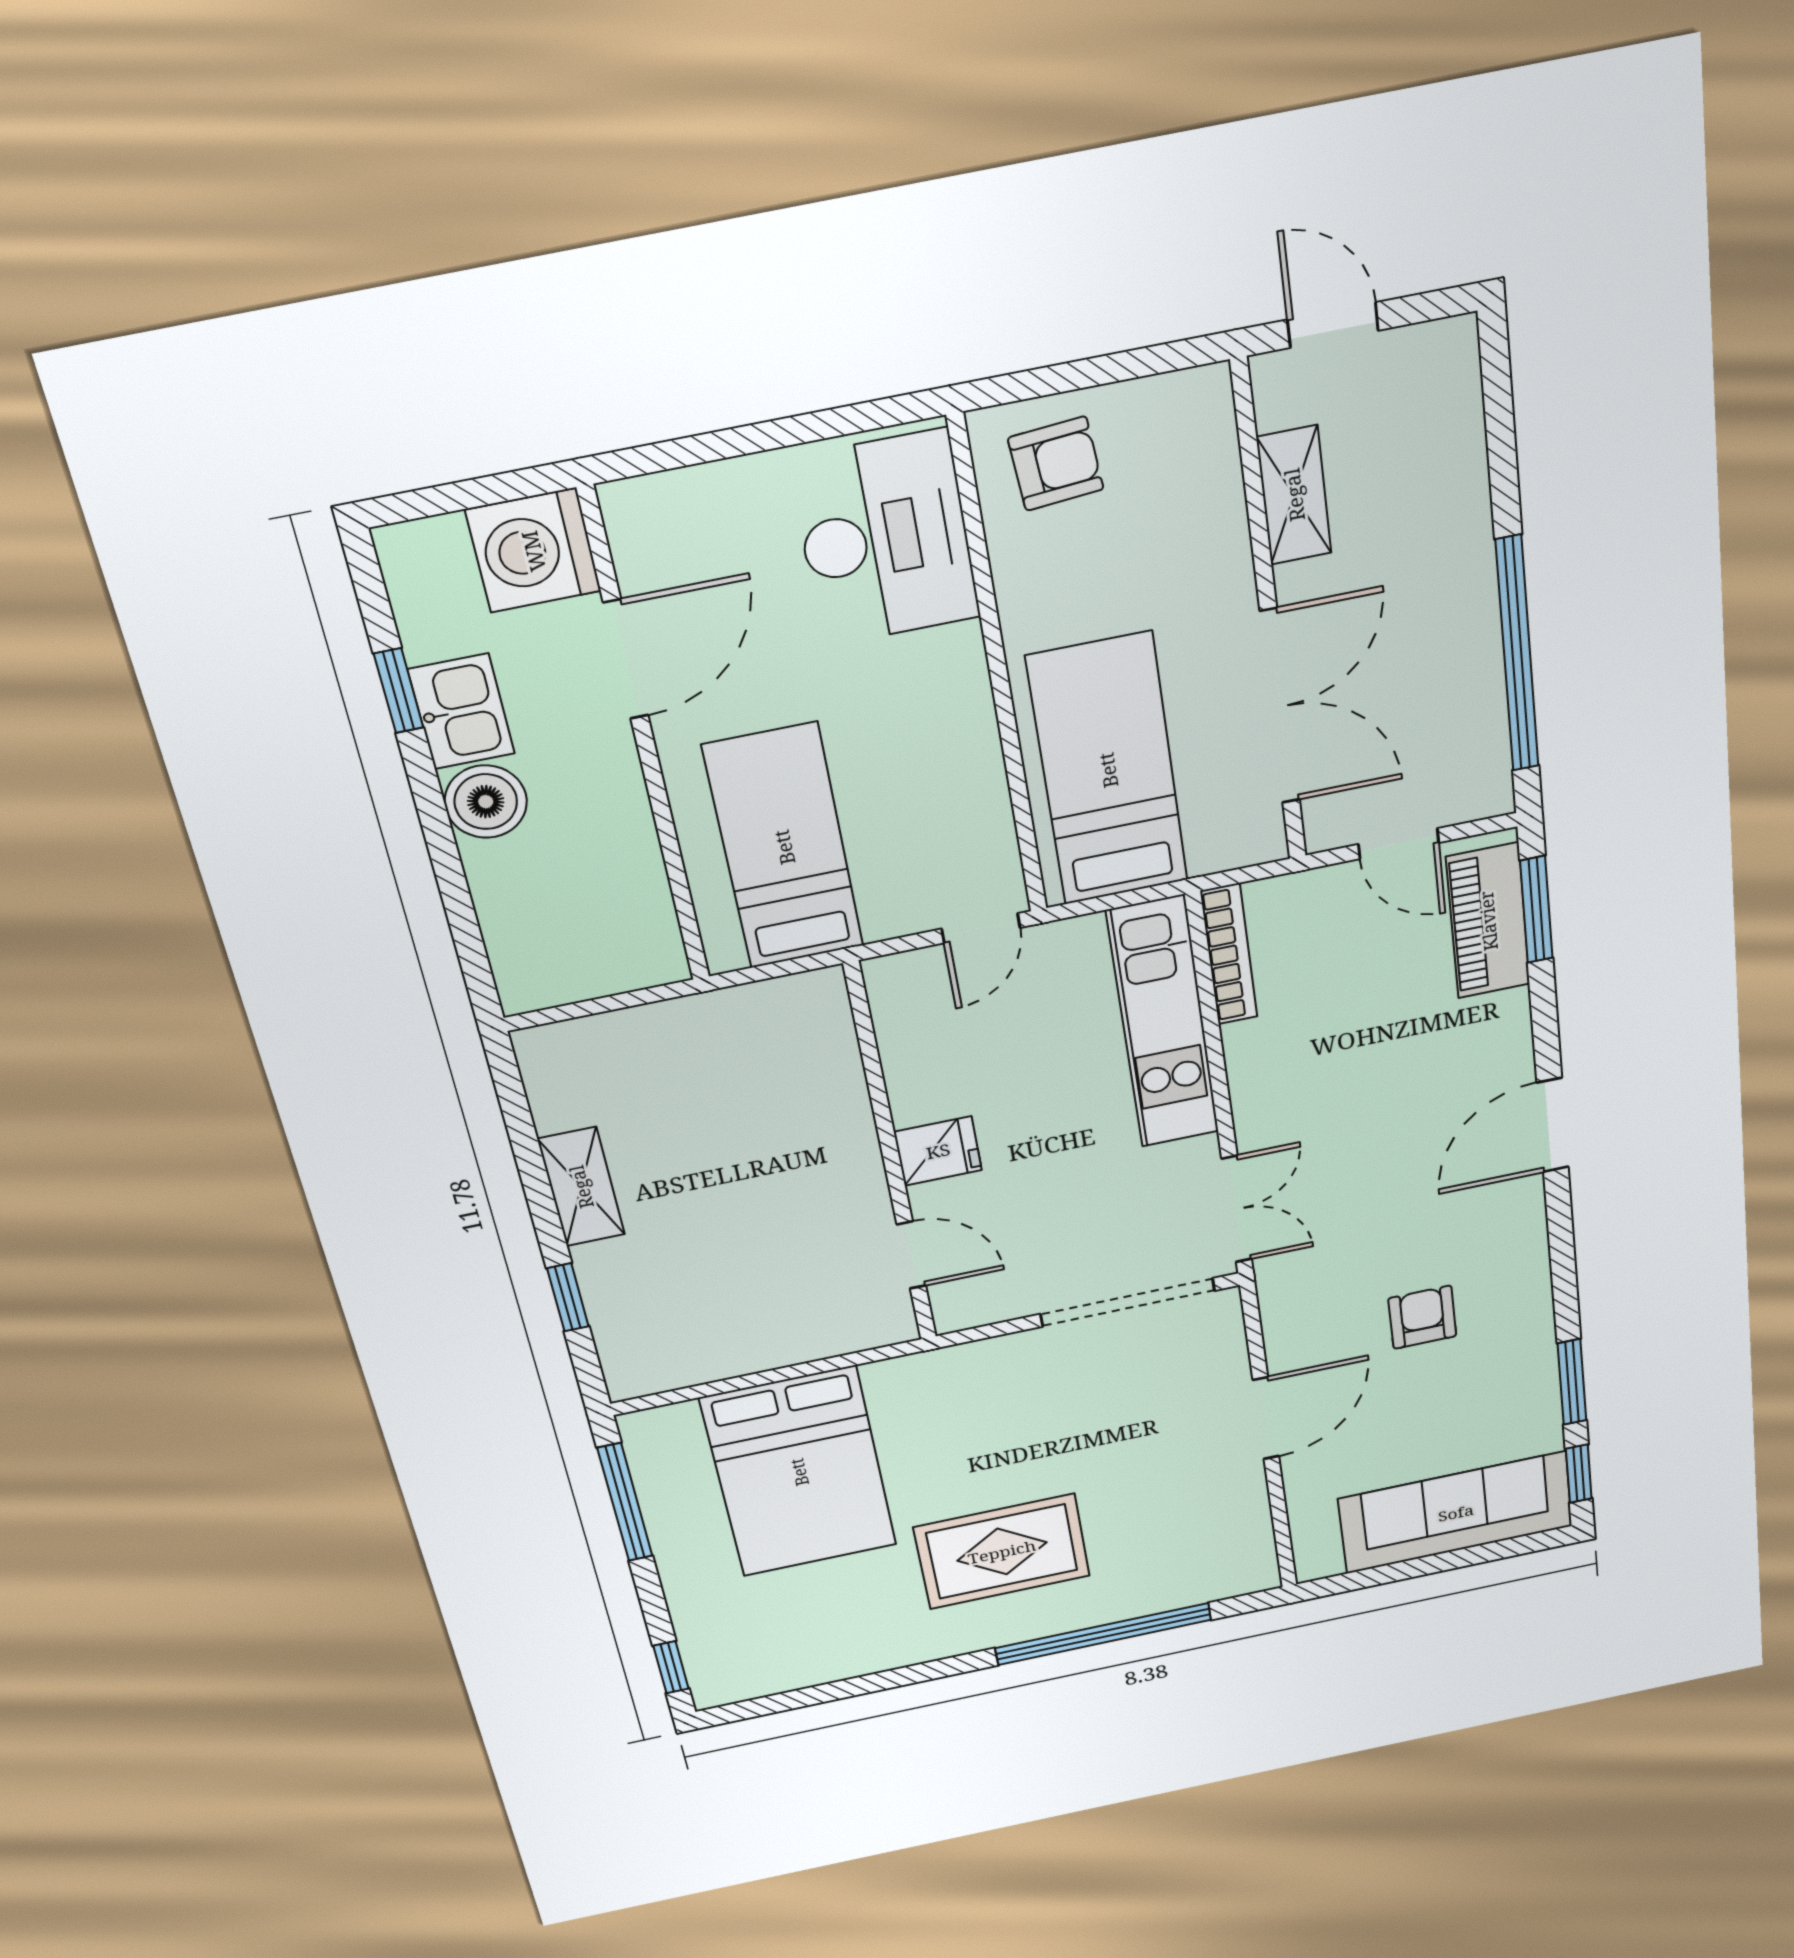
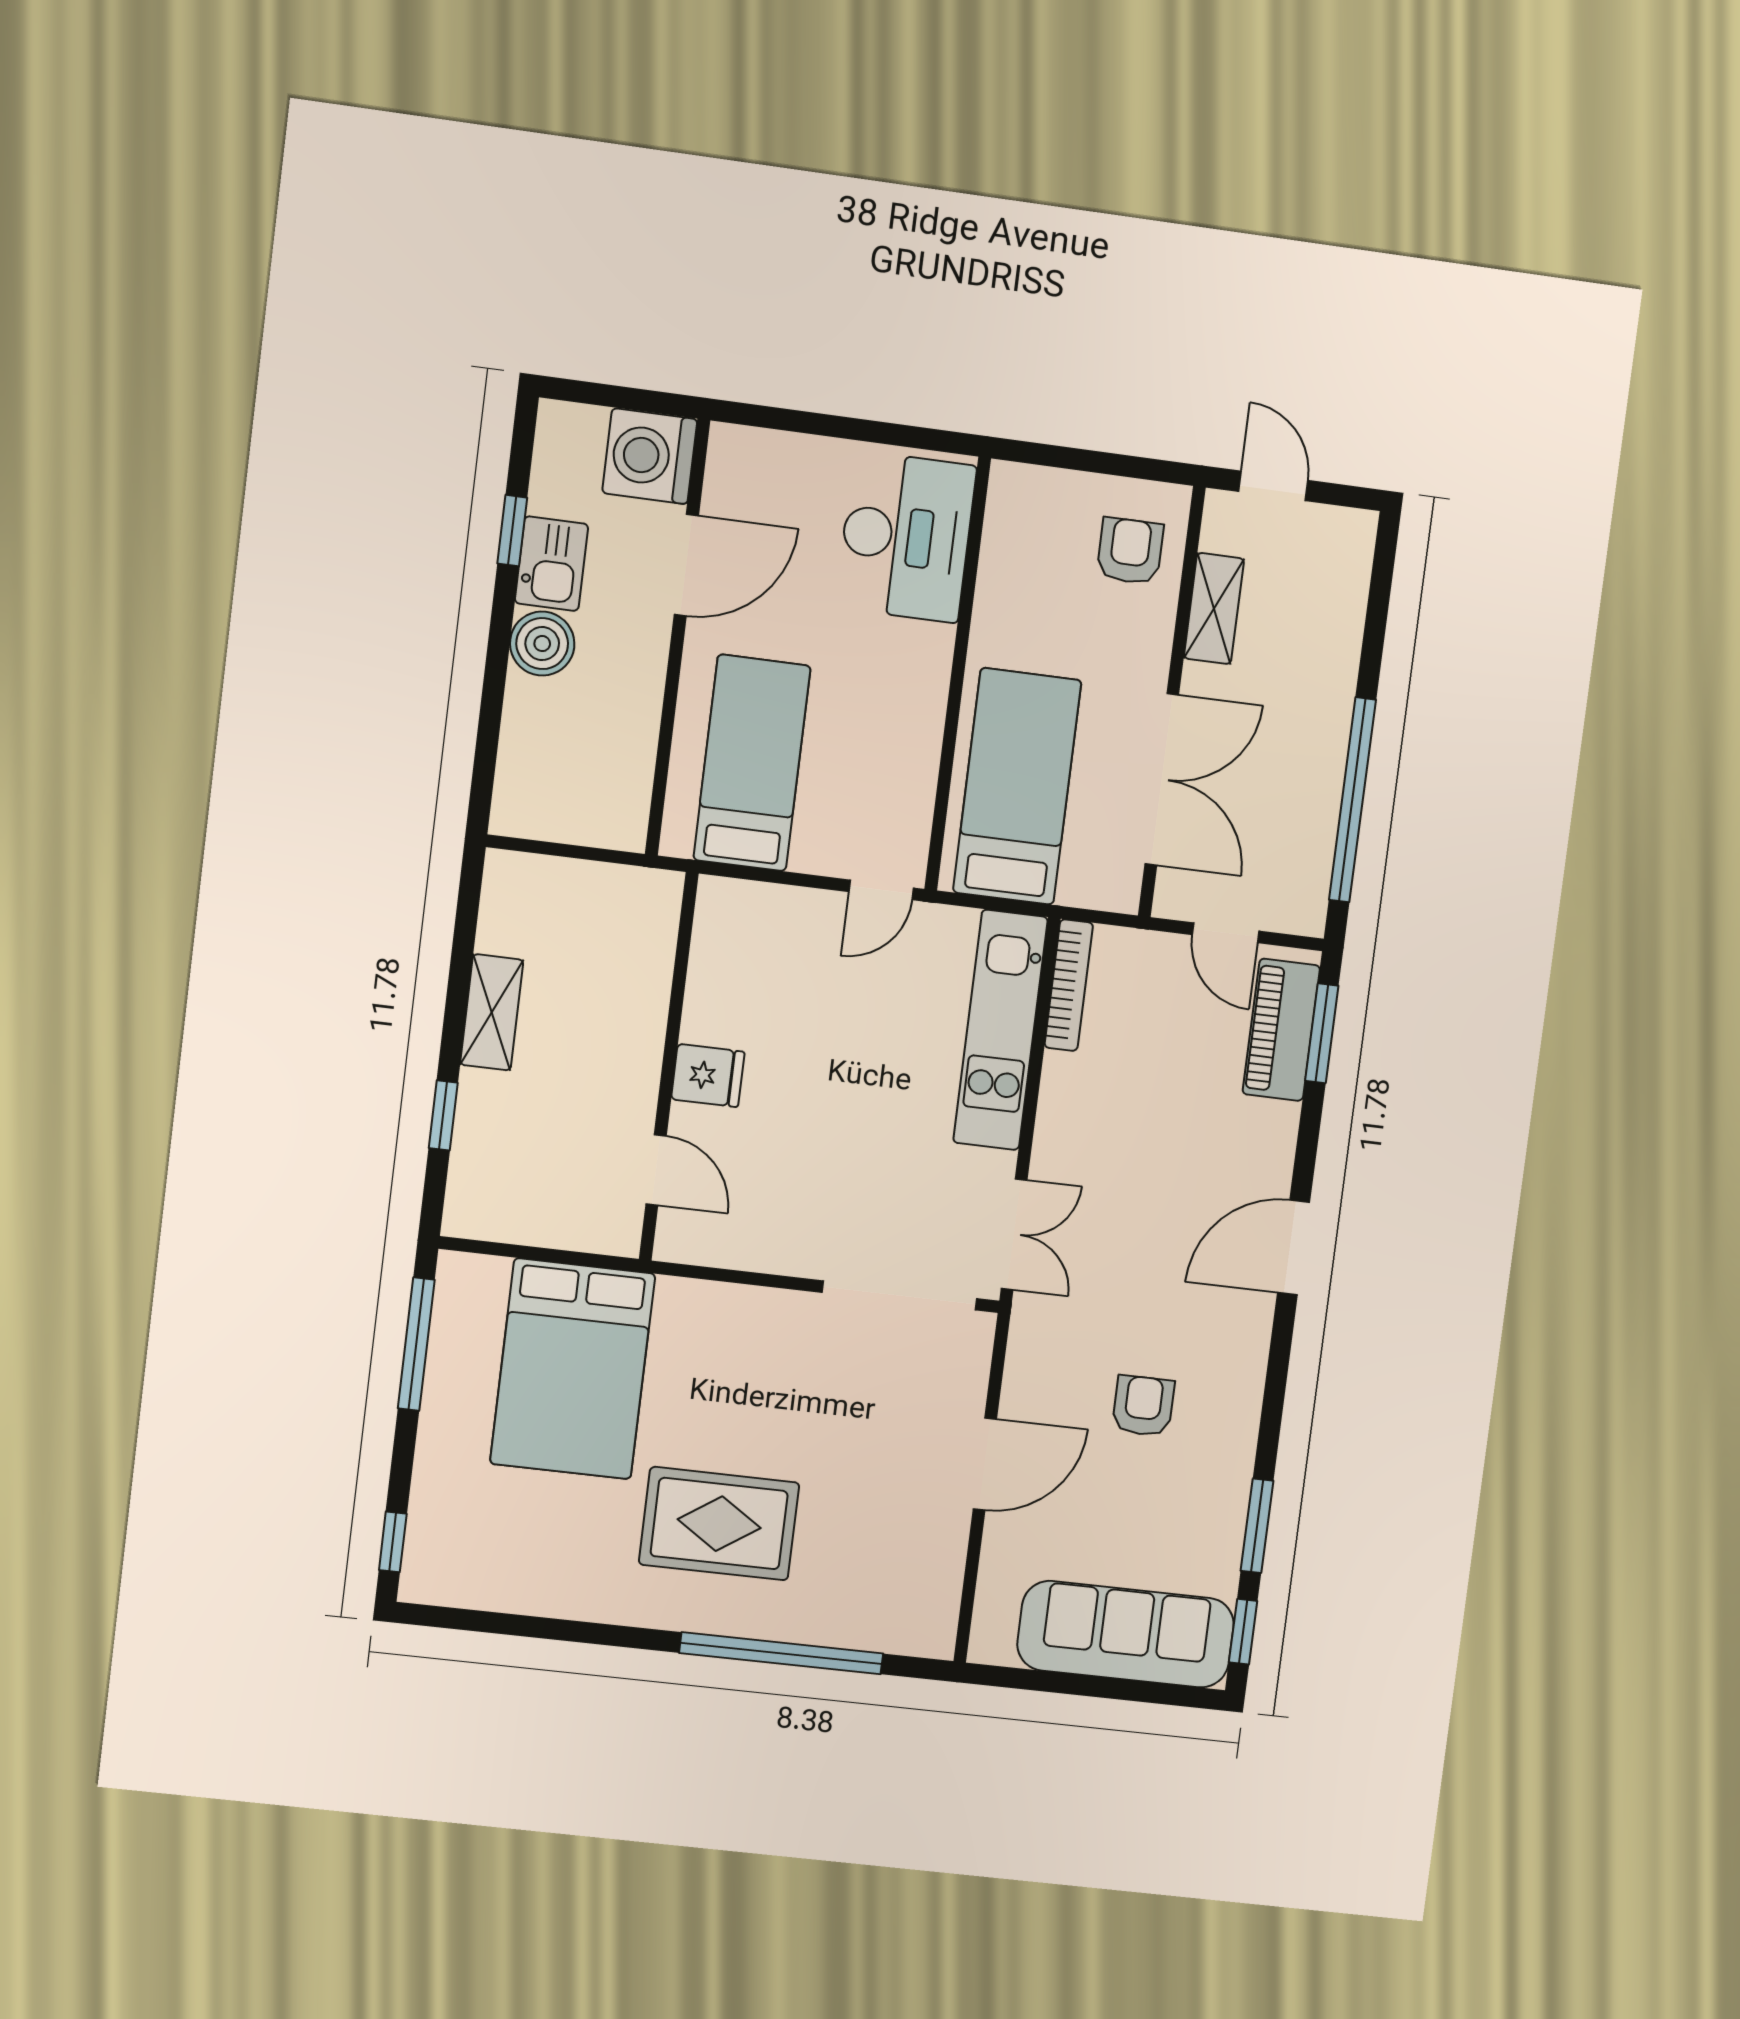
armchair: (1056, 464) -> (1130, 551), moved, turned -85
fridge: (938, 1151) -> (708, 1076), moved
wall: (891, 1157) -> (669, 1067), moved
door: (911, 1255) -> (656, 1170), moved

